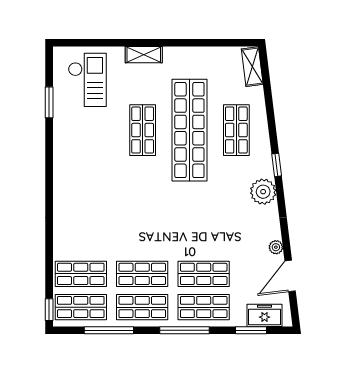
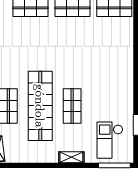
window: (81, 43) -> (114, 165), added

